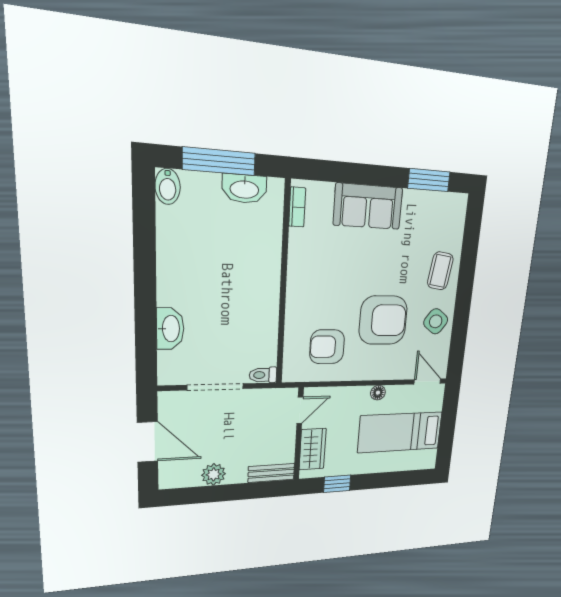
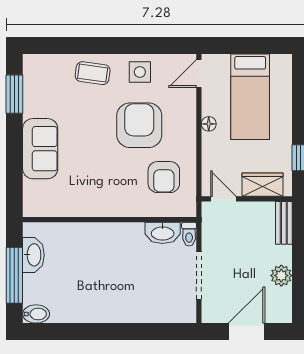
bookcase: (297, 207) -> (45, 211), removed
side table: (436, 321) -> (140, 72), turned -37
washbasin: (170, 329) -> (163, 233), moved, turned 180

